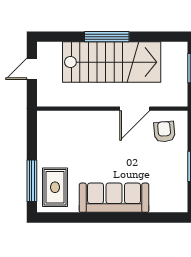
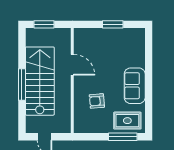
armchair: (164, 132) -> (97, 101), moved
sofa: (114, 198) -> (135, 86), width x0.73

